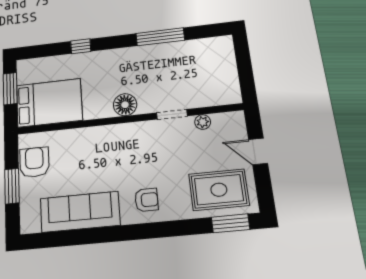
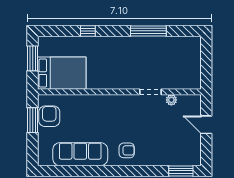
floor lamp: (125, 105) -> (118, 81), removed
window: (12, 186) -> (33, 120), moved
rug: (219, 190) -> (176, 148), removed

